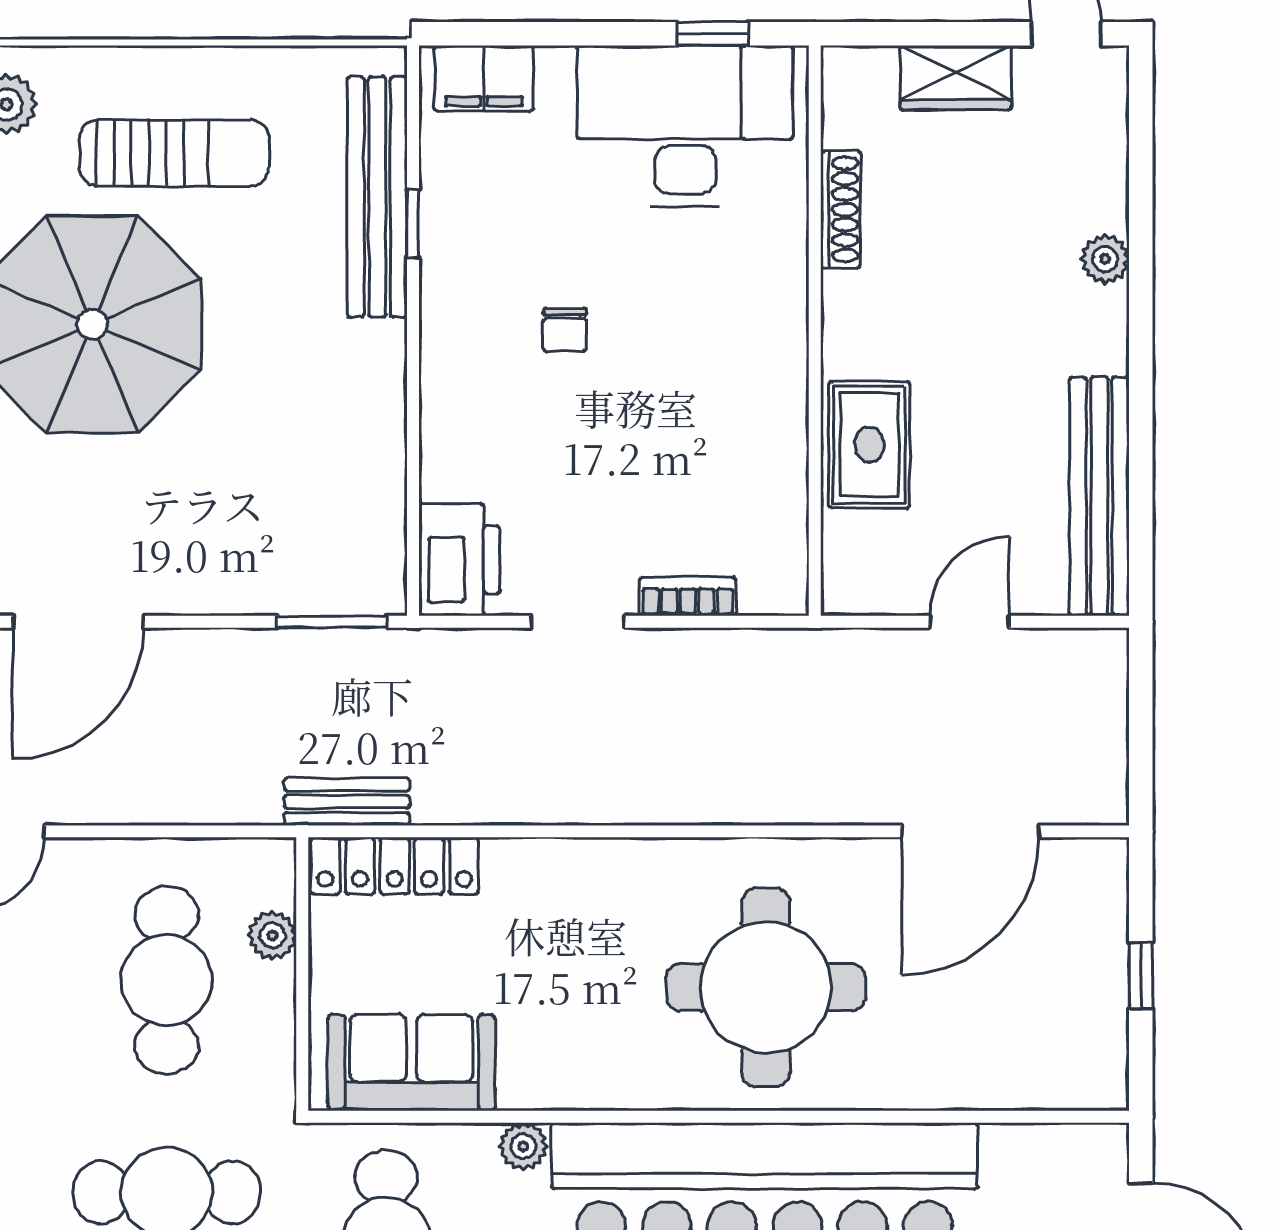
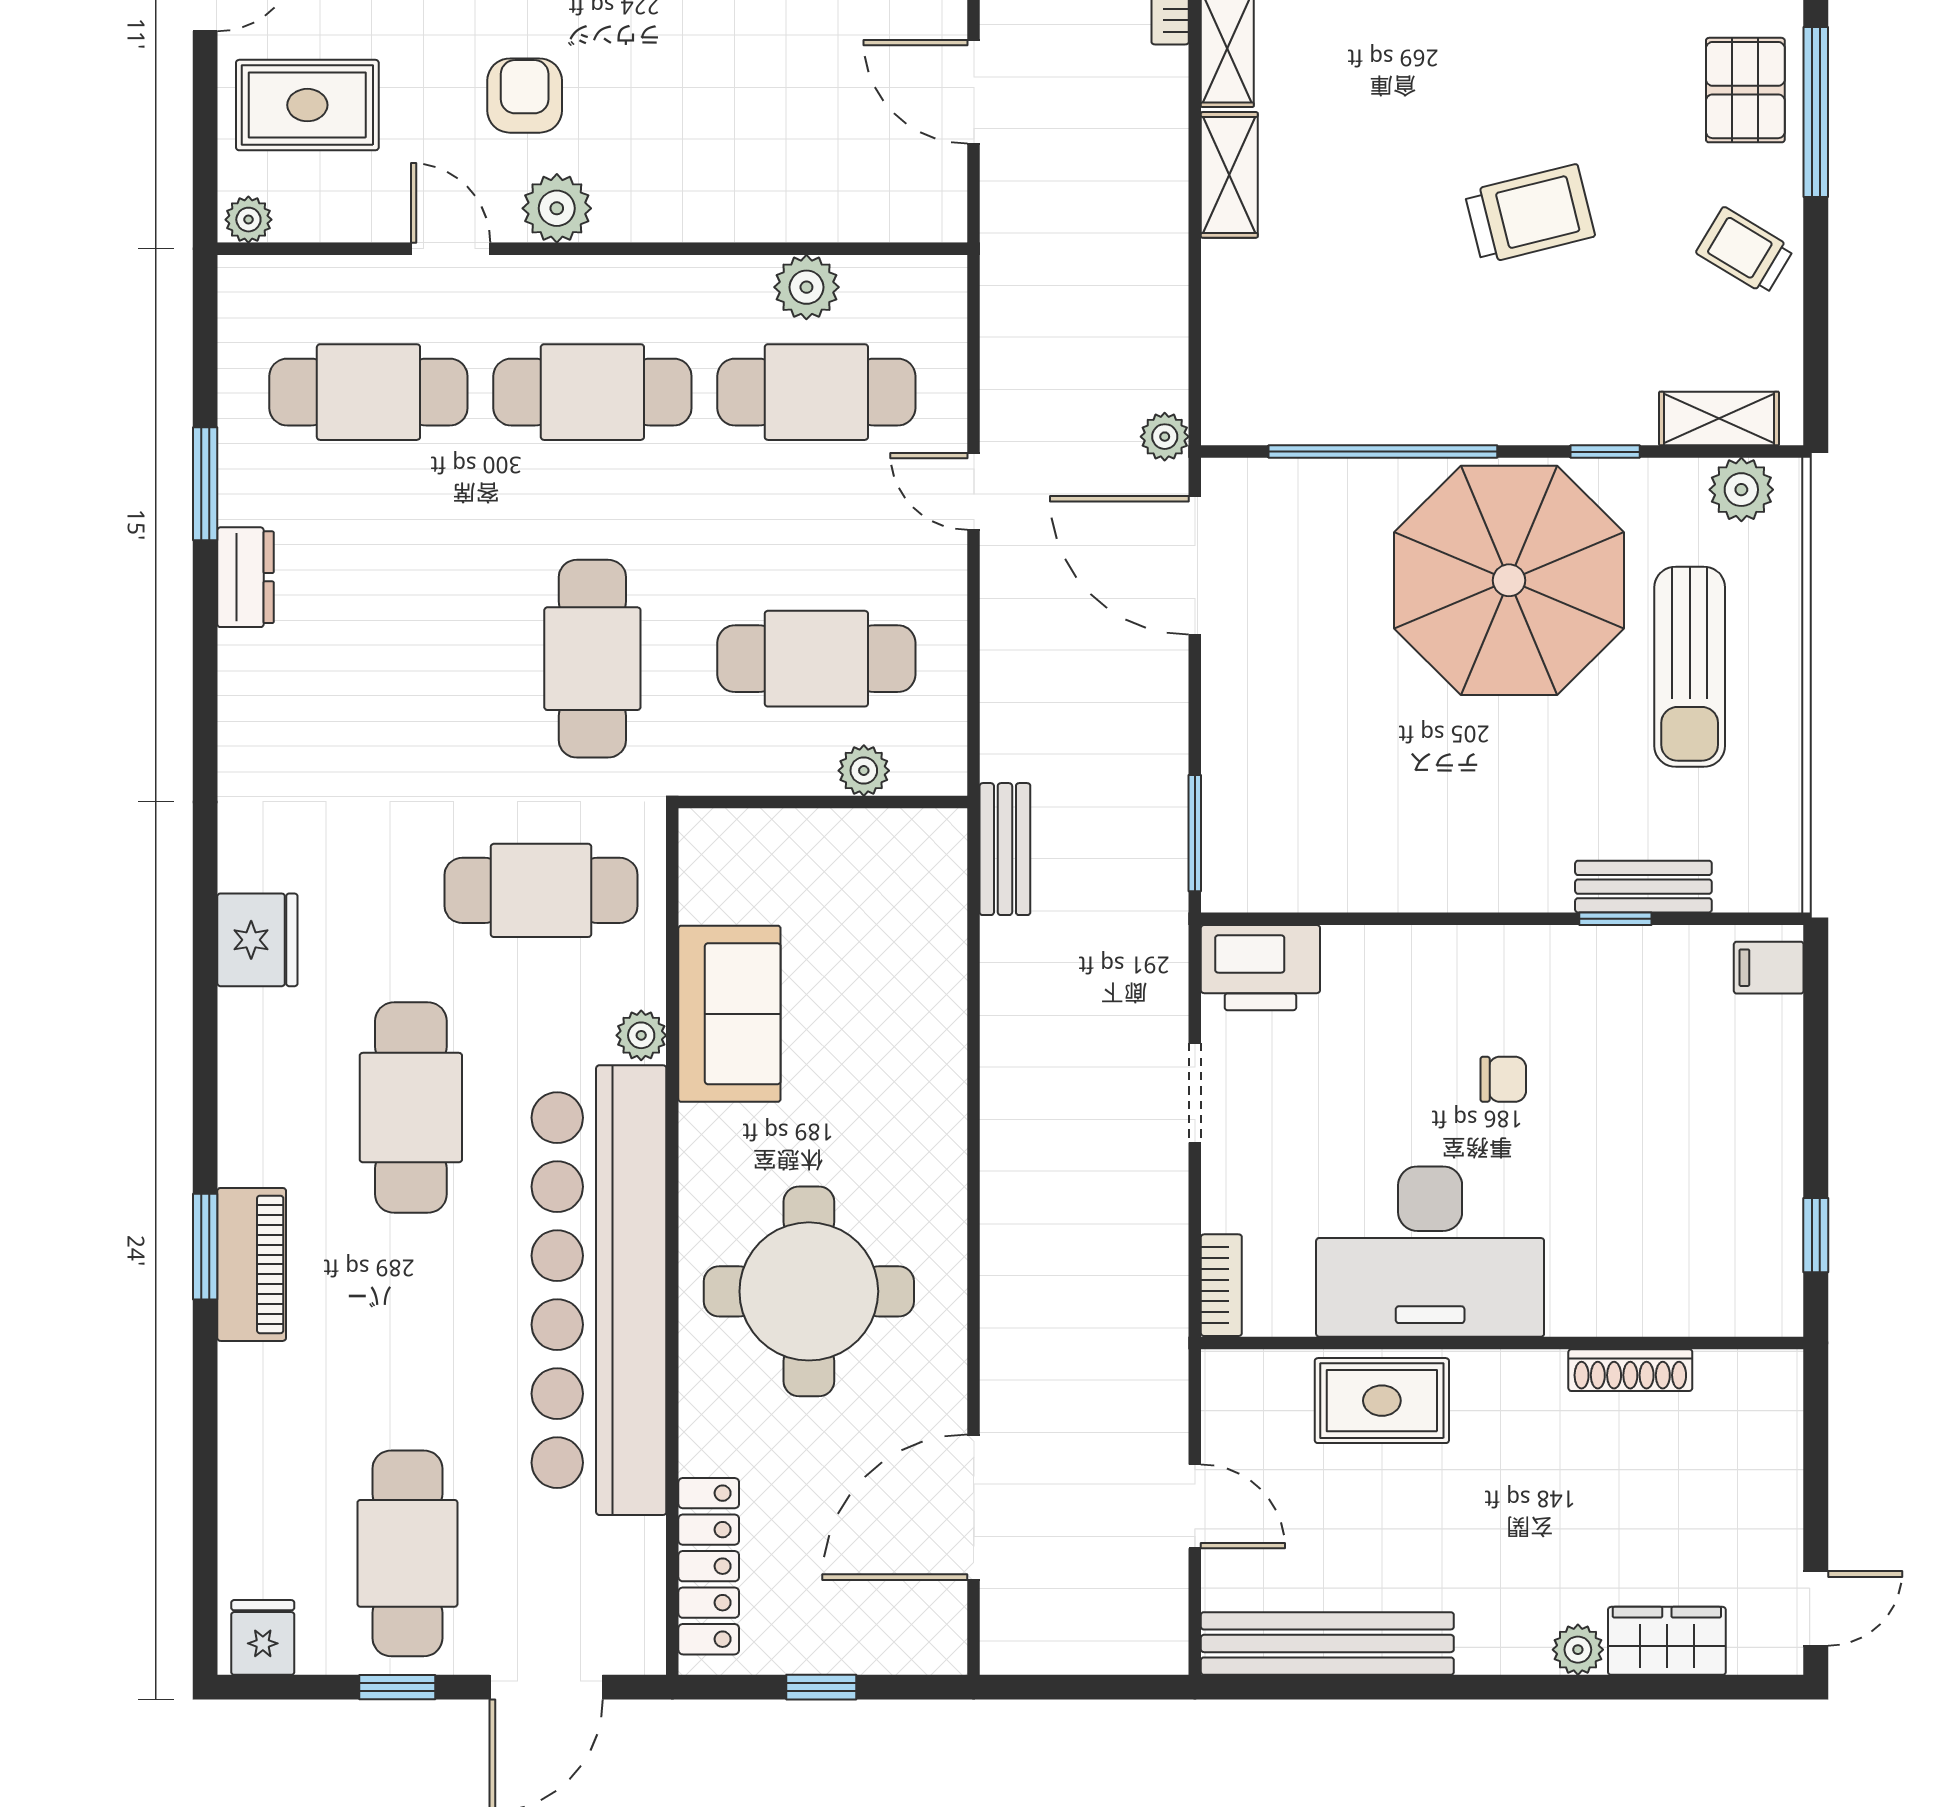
filing cabinet: (484, 78) -> (1769, 968), width x0.50
wardrobe: (956, 78) -> (1667, 1641), moved, turned 90
desk: (685, 126) -> (1430, 1252), moved, turned 90
bench: (377, 197) -> (1643, 887), width x0.54, depth x0.82
chair: (565, 330) -> (1503, 1079), turned 180
bookcase: (688, 597) -> (1221, 1285), moved
door: (970, 831) -> (974, 1507), hinge flipped
locker: (395, 866) -> (709, 1566), moved, turned 180
sofa: (411, 1063) -> (729, 1014), moved

